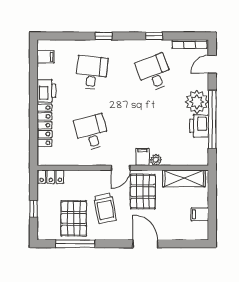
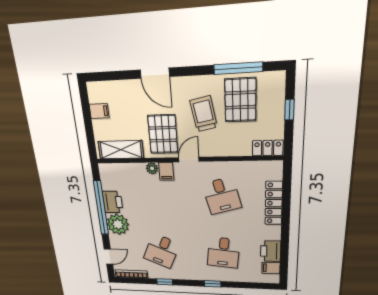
desk: (154, 73) -> (162, 251), turned 45
printer: (46, 91) -> (271, 251), moved

